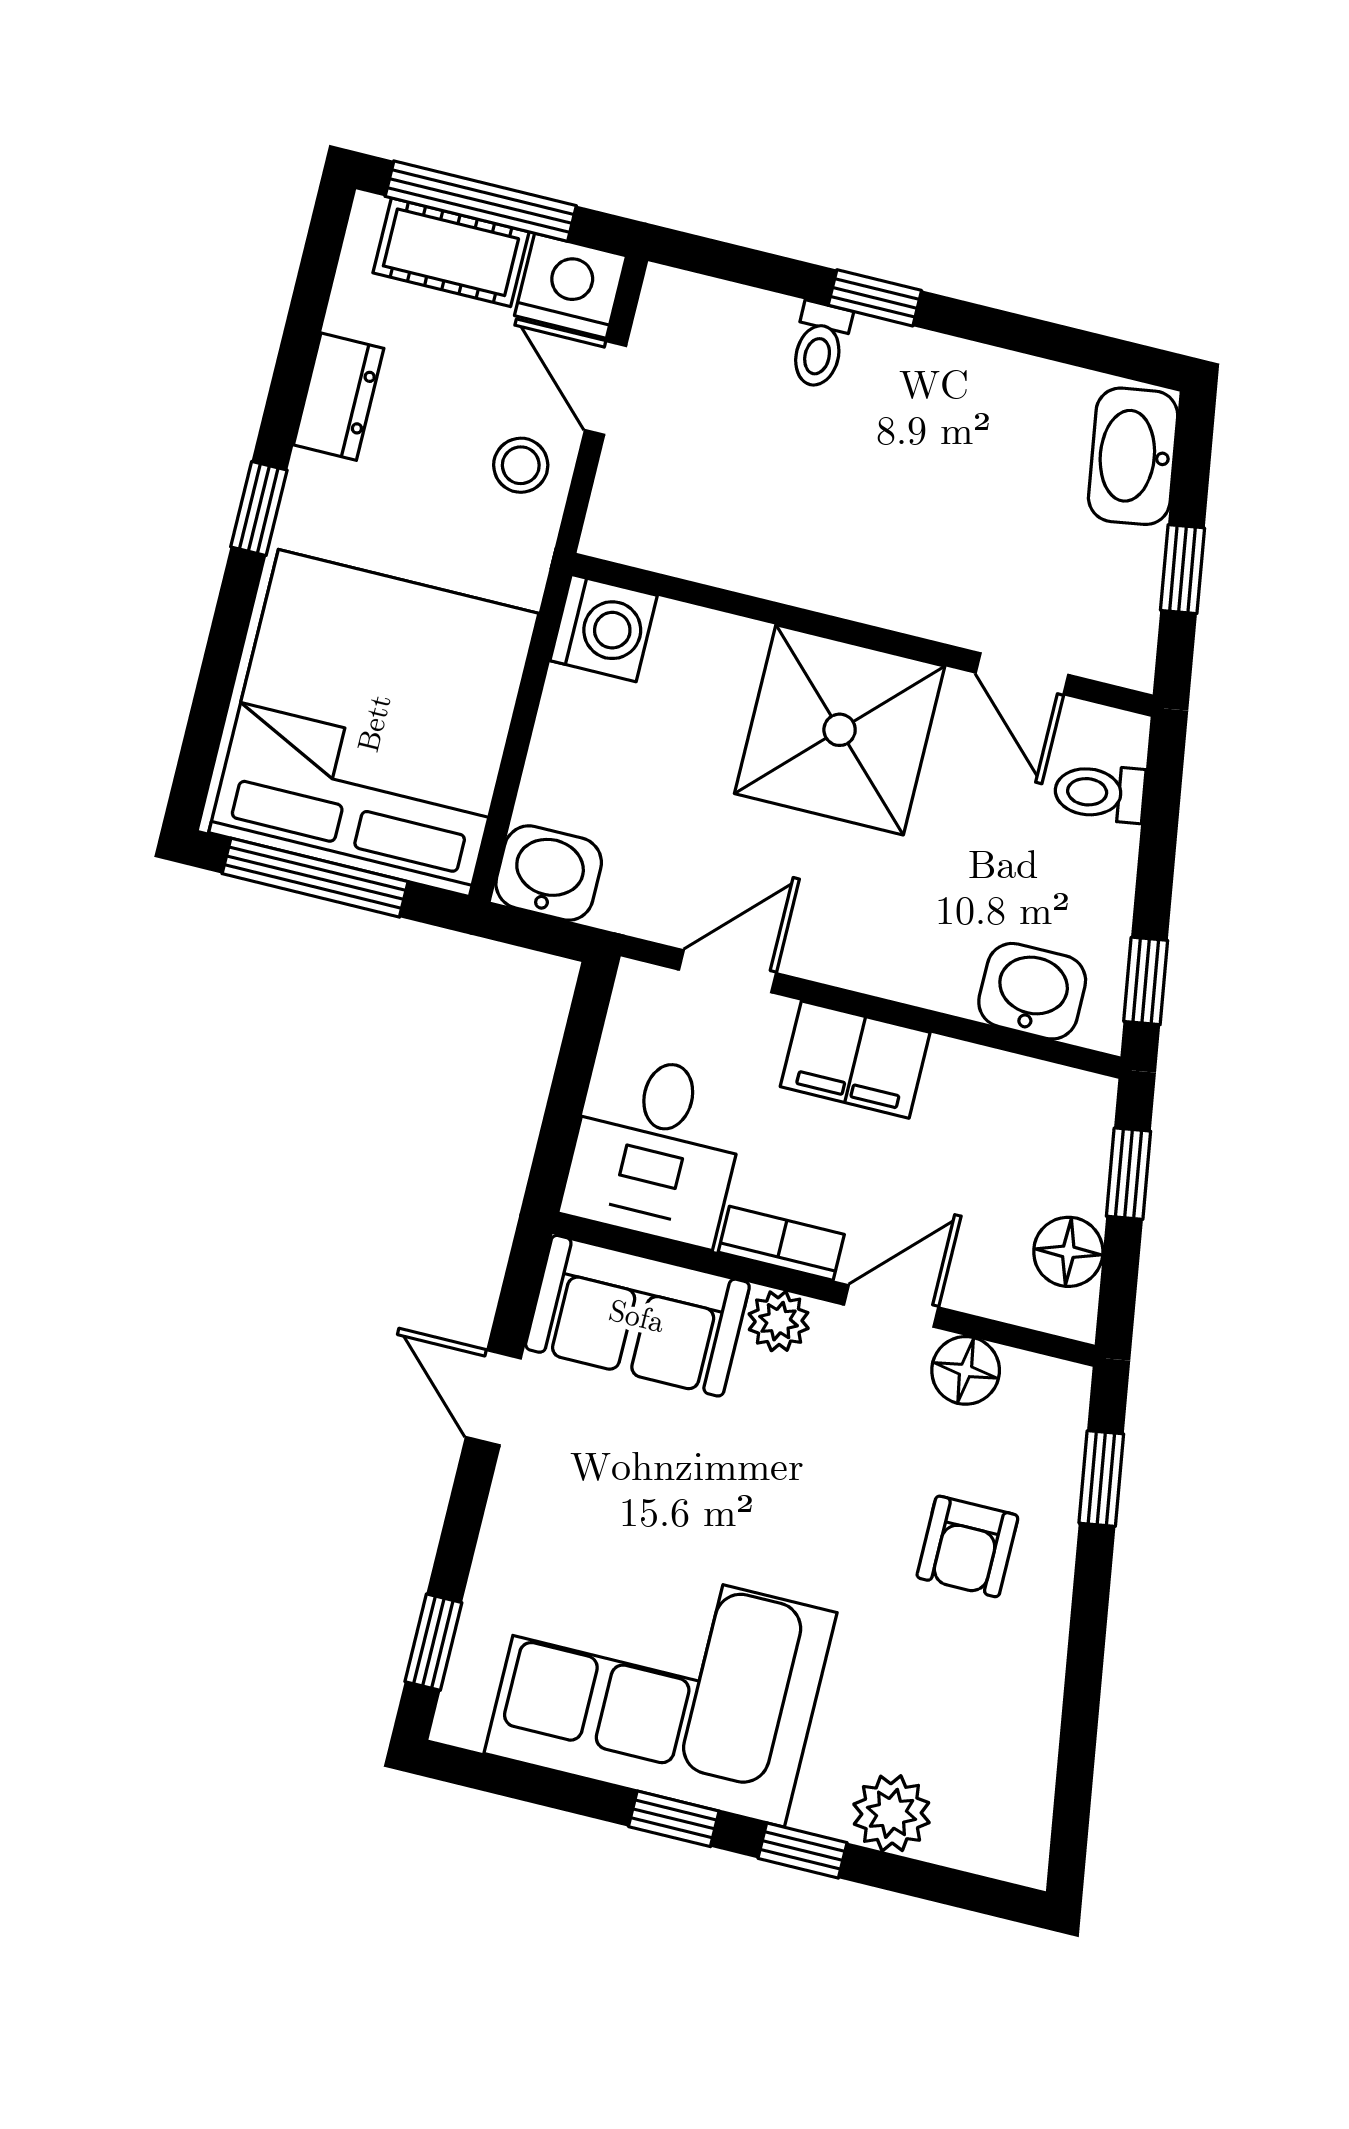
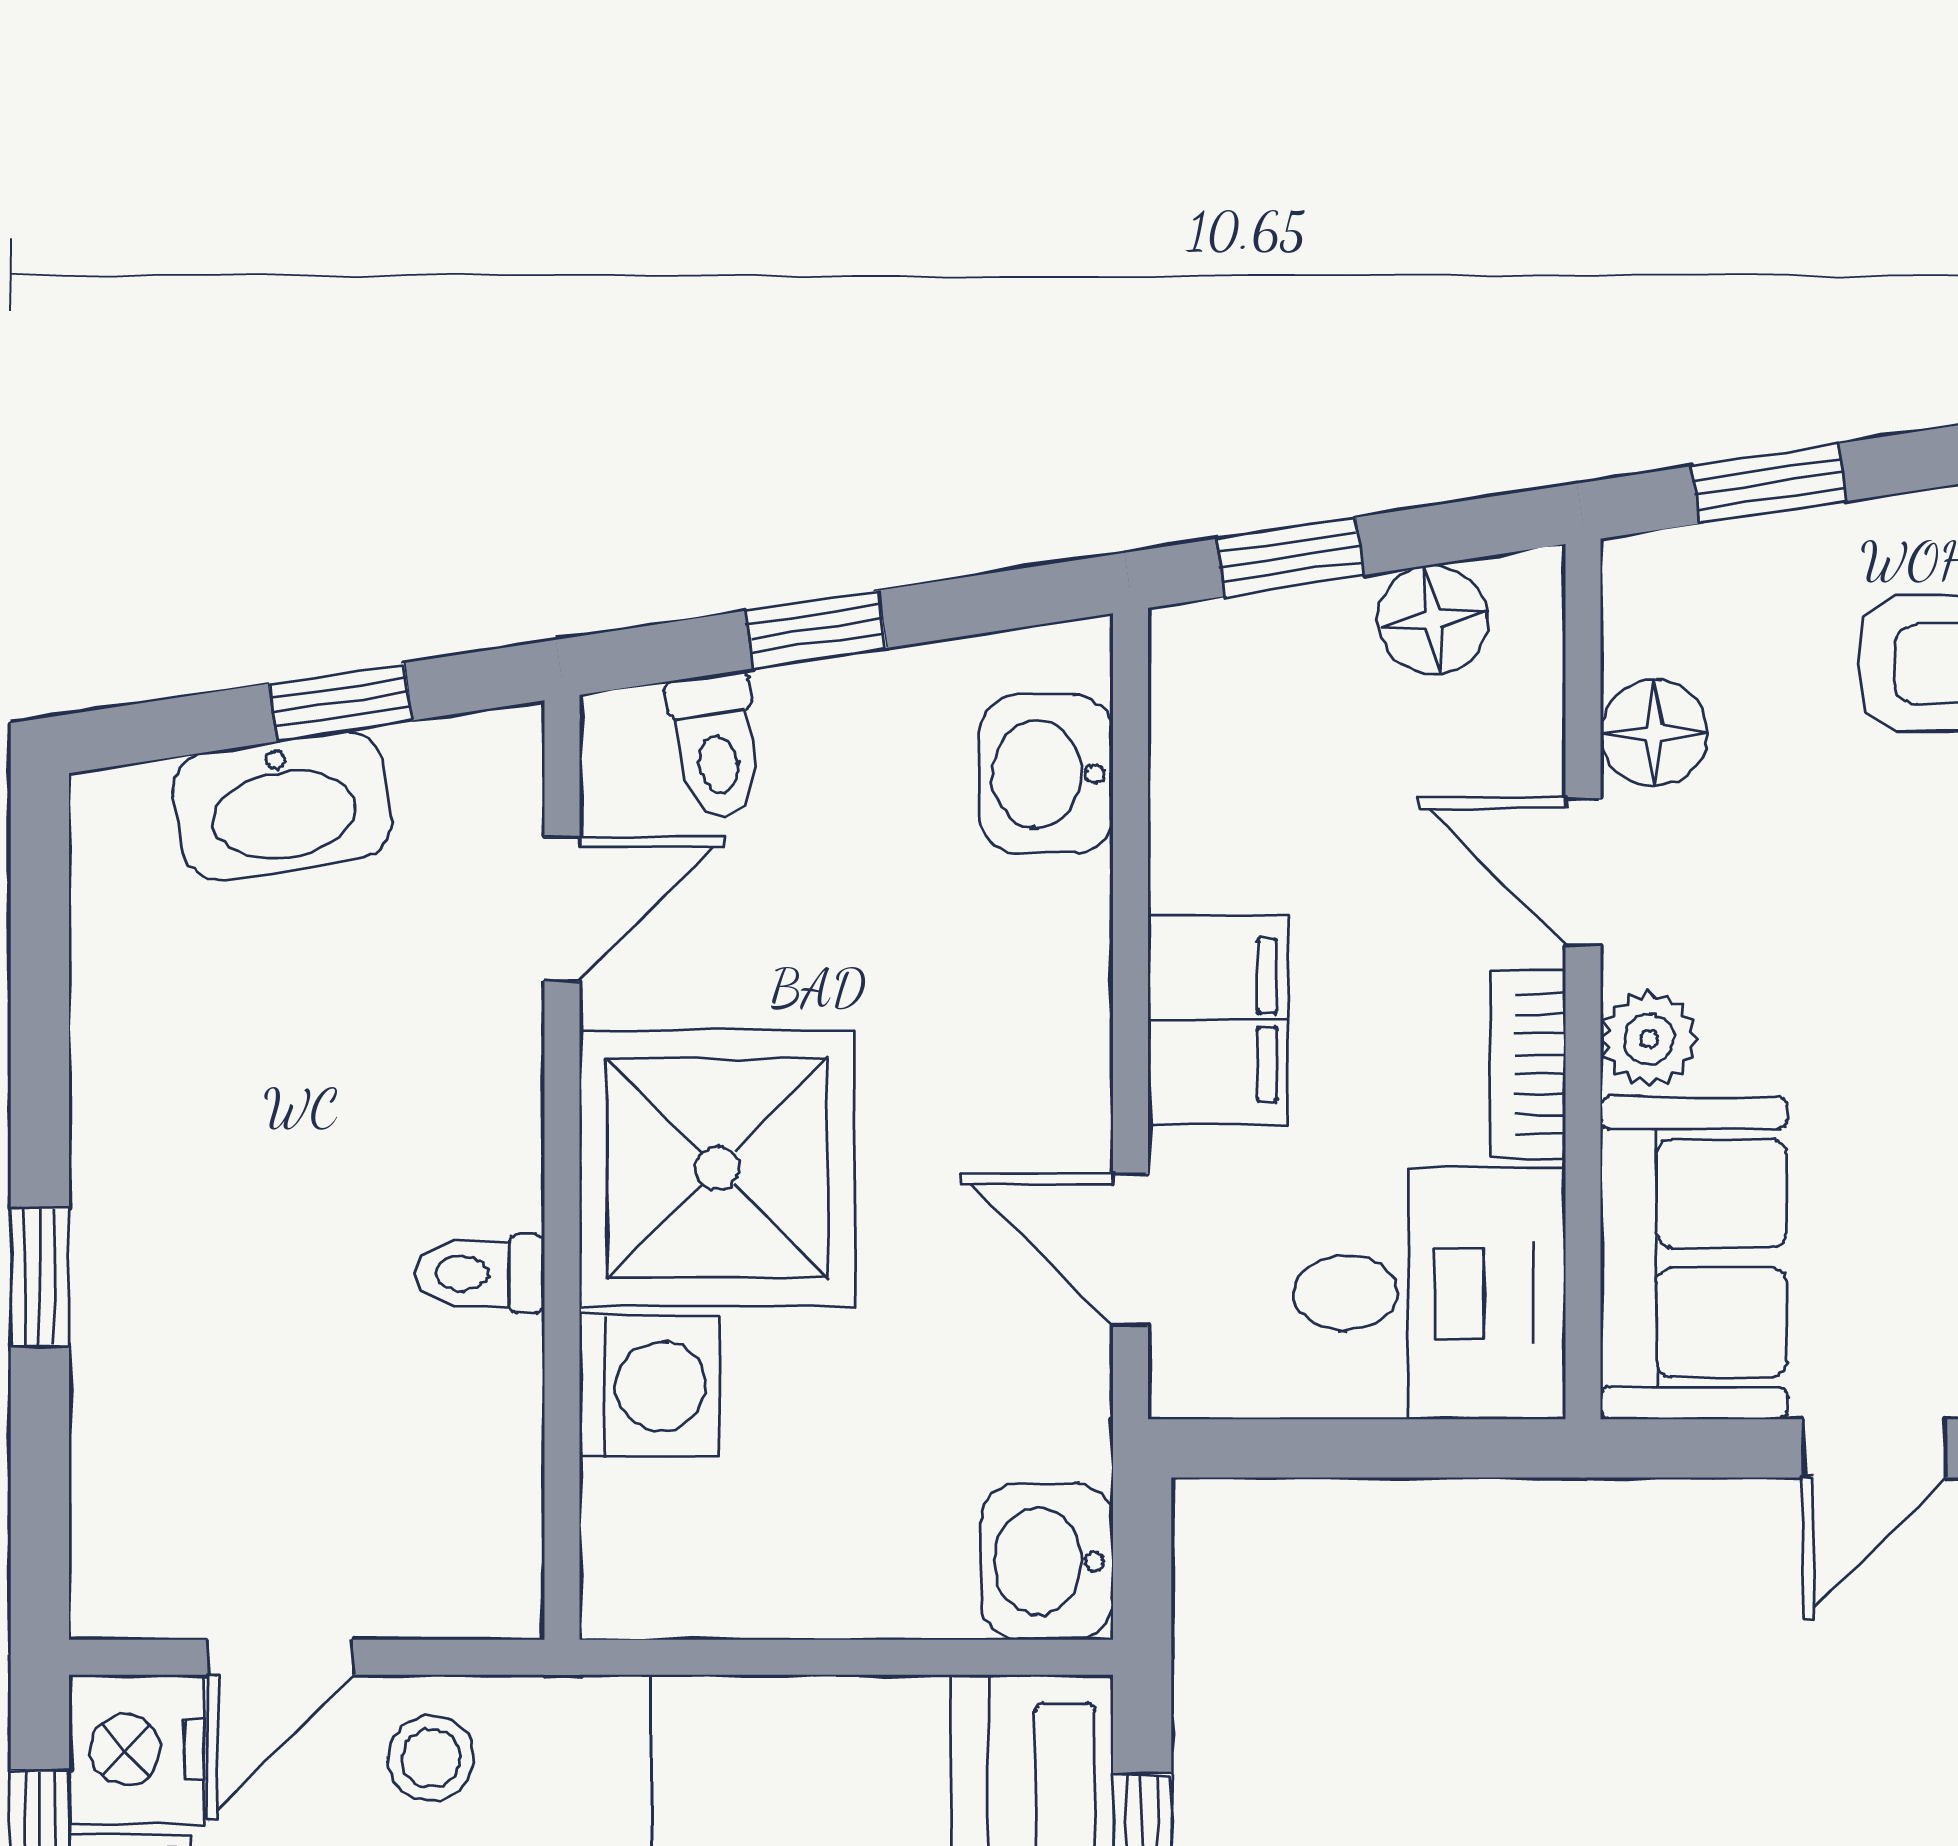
toilet: (820, 345) -> (480, 1273), moved, turned 180
washbasin: (1133, 456) -> (282, 806), moved
washing machine: (604, 628) -> (650, 1386), moved, turned 90
window: (1146, 981) -> (816, 629), moved

